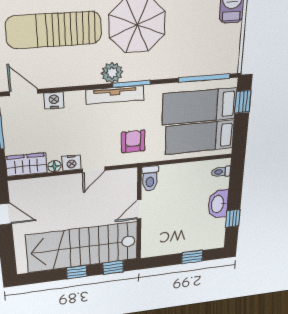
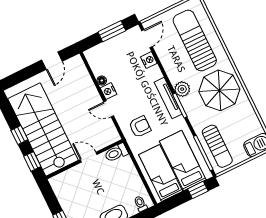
sun lounger: (206, 57) -> (217, 146), added
wardrobe: (26, 165) -> (96, 61), removed

